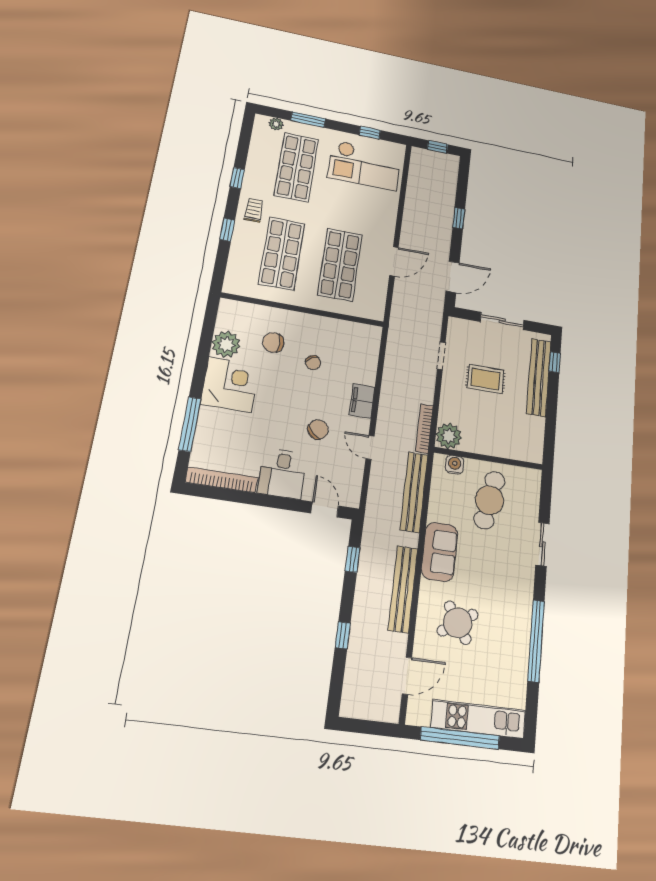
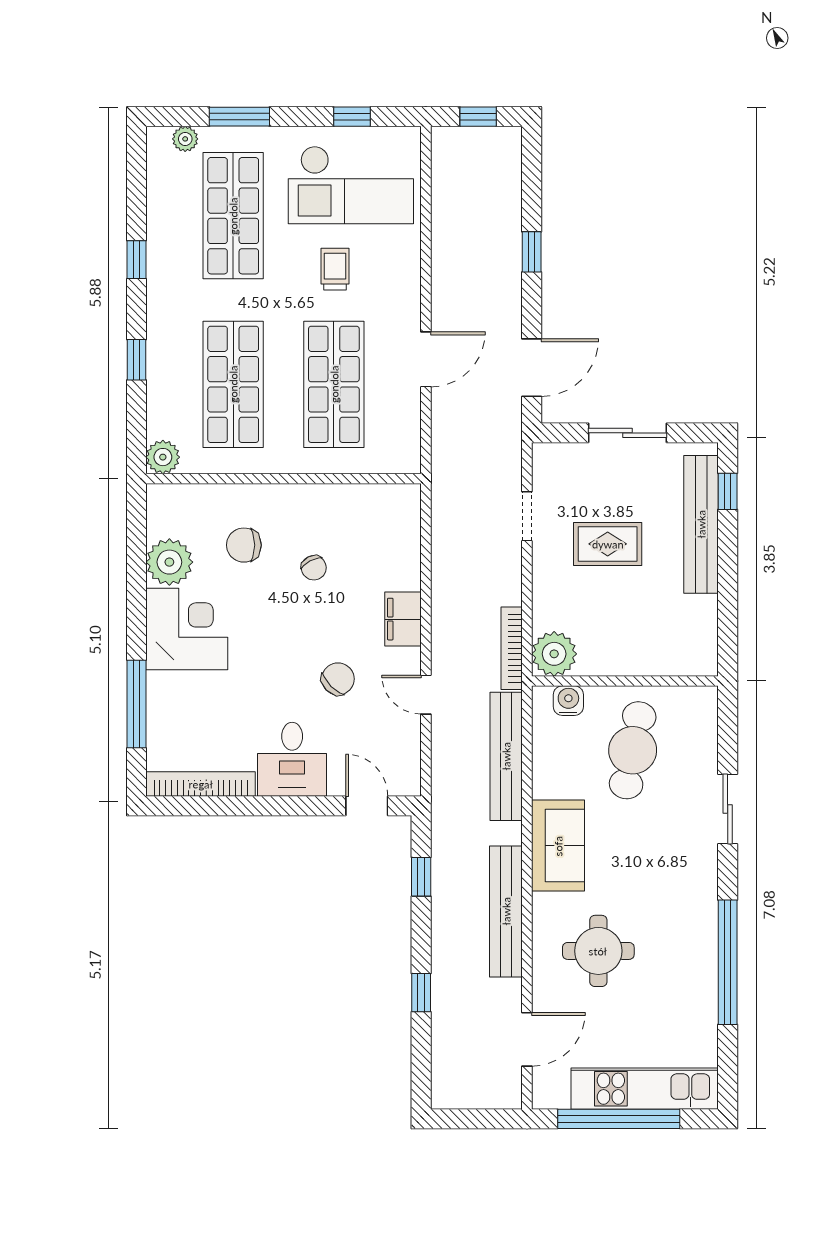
trolley: (254, 210) -> (335, 269), moved
plant: (233, 285) -> (163, 457), added
round table: (458, 623) -> (598, 951), turned 33

